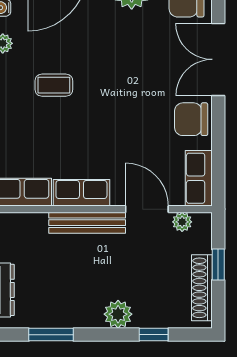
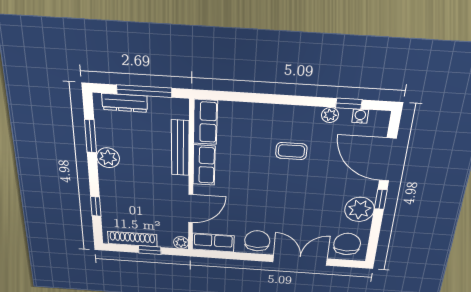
coffee table: (54, 85) -> (291, 151), turned 90
plant: (182, 222) -> (181, 243), moved
bench: (87, 223) -> (180, 148), moved
plant: (118, 314) -> (108, 158), moved

